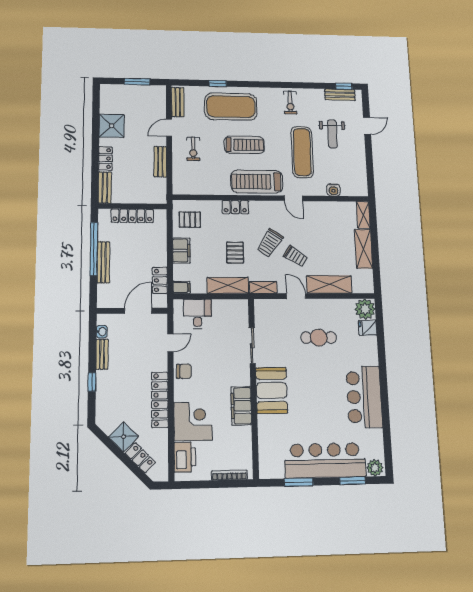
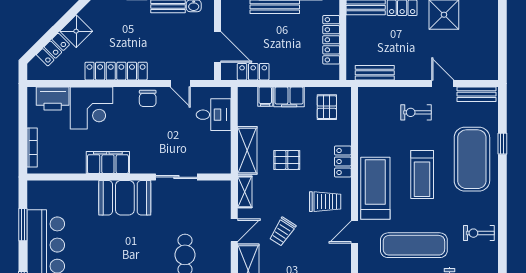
window: (137, 82) -> (502, 45), removed
bench: (160, 162) -> (375, 73), moved
trolley: (270, 243) -> (325, 202), moved, turned 146
filing cabinet: (182, 287) -> (265, 97), moved

